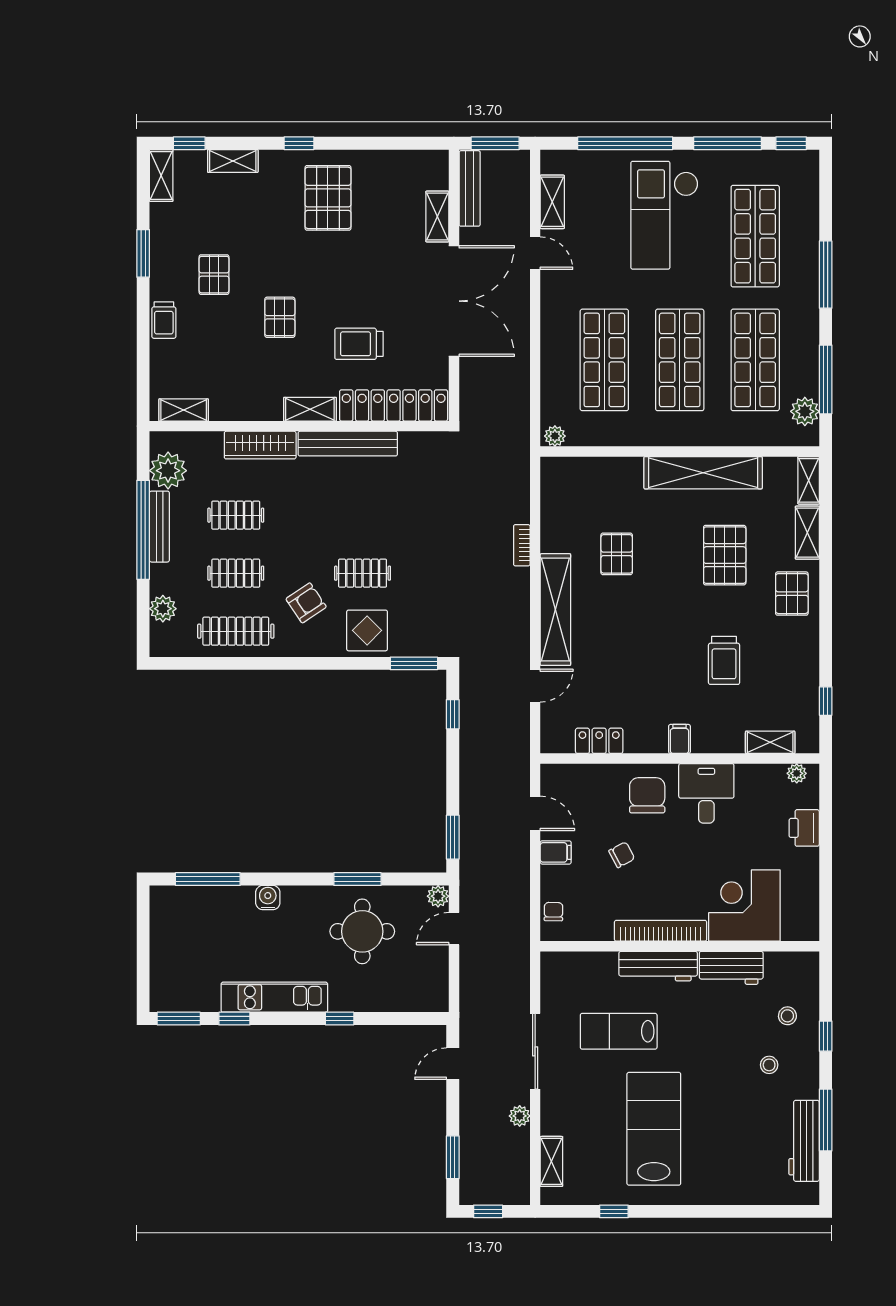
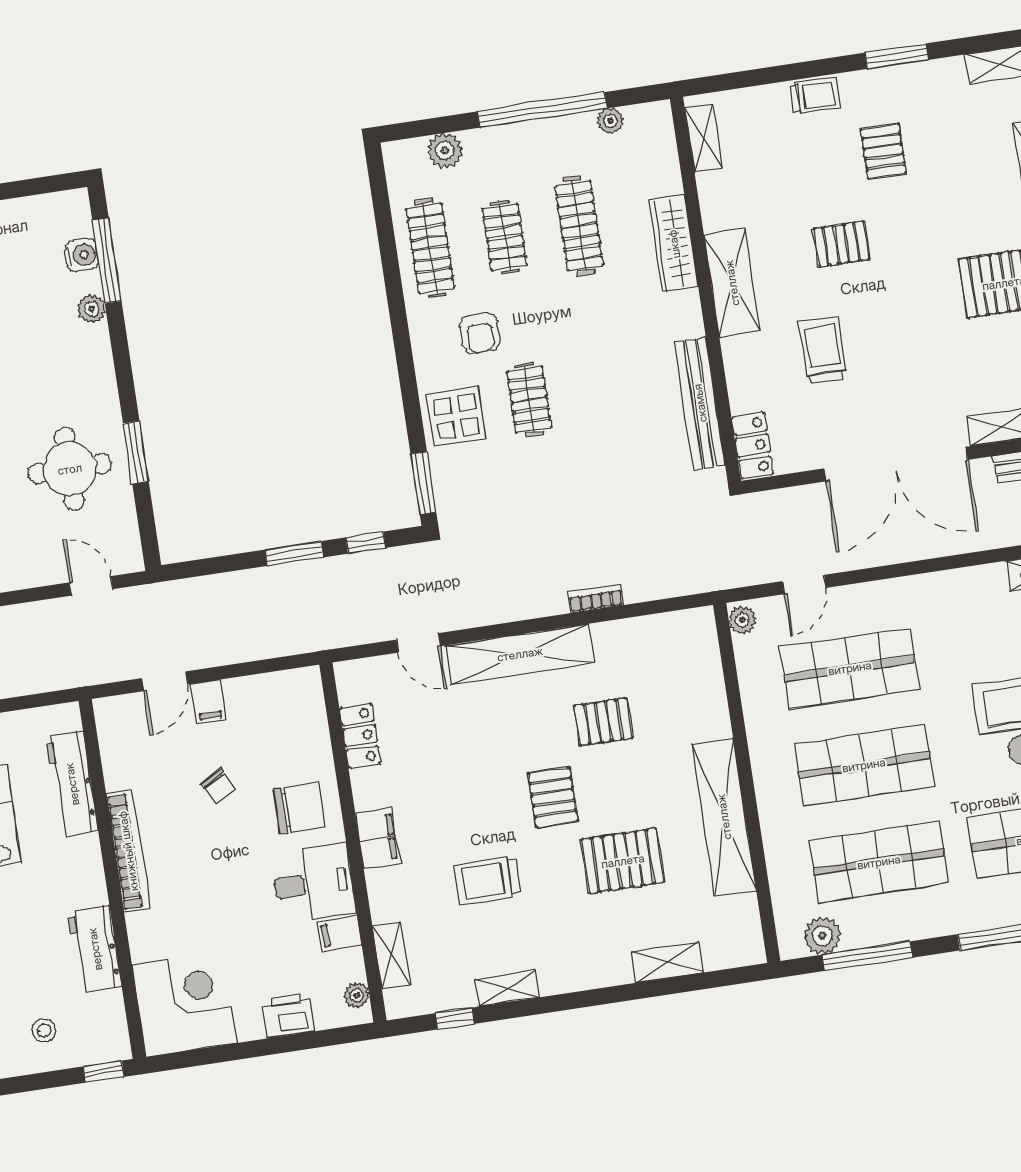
door: (535, 253) -> (804, 585), moved
pallet: (214, 275) -> (883, 151), turned 90
trolley: (164, 320) -> (815, 96), turned 180
locker: (394, 405) -> (753, 446), width x0.46, depth x0.83
shelving: (310, 409) -> (732, 283), width x1.50, depth x1.33
bench: (348, 444) -> (700, 403), moved
plant: (168, 471) -> (610, 121), width x0.53, depth x0.53
shelving: (809, 480) -> (507, 988), moved
clothes rail: (236, 515) -> (579, 226), width x1.36
bench: (159, 527) -> (550, 130), removed
pallet: (792, 594) -> (553, 797), moved, turned 90
armchair: (306, 603) -> (480, 333), turned 34
filing cabinet: (679, 739) -> (378, 838), width x2.00
filing cabinet: (748, 779) -> (340, 934), added
door: (535, 813) -> (165, 681), moved
window: (453, 837) -> (294, 553), moved
plant: (438, 896) -> (92, 309), moved
water cooler: (268, 898) -> (82, 255), moved
corner desk: (744, 905) -> (185, 1004), moved
chair: (553, 912) -> (132, 710), removed
workbench: (658, 966) -> (72, 784), moved
window: (826, 1036) -> (104, 1072), moved

